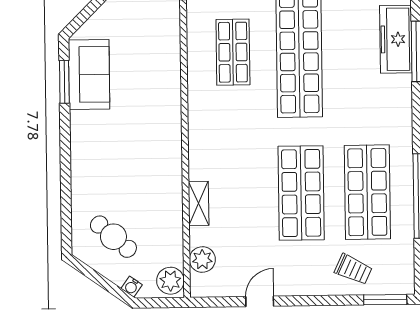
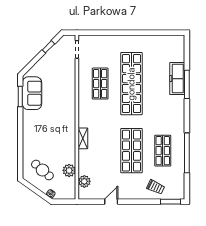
shop shelf: (367, 192) -> (163, 151), width x0.70, depth x0.74
shelving: (199, 203) -> (83, 138), moved
plant: (170, 281) -> (69, 170), moved

